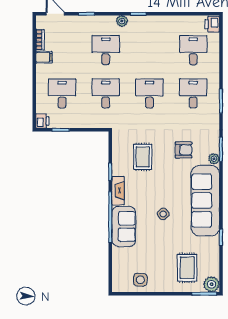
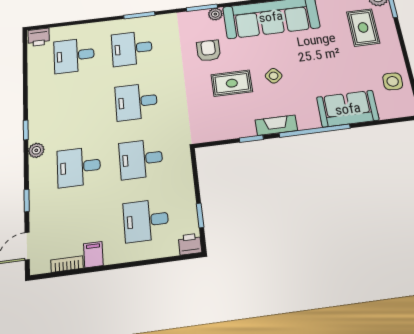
rug: (143, 157) -> (232, 83), moved
side table: (163, 214) -> (274, 76), moved
sofa: (124, 226) -> (348, 109), moved
rug: (187, 268) -> (363, 27), turned 90

